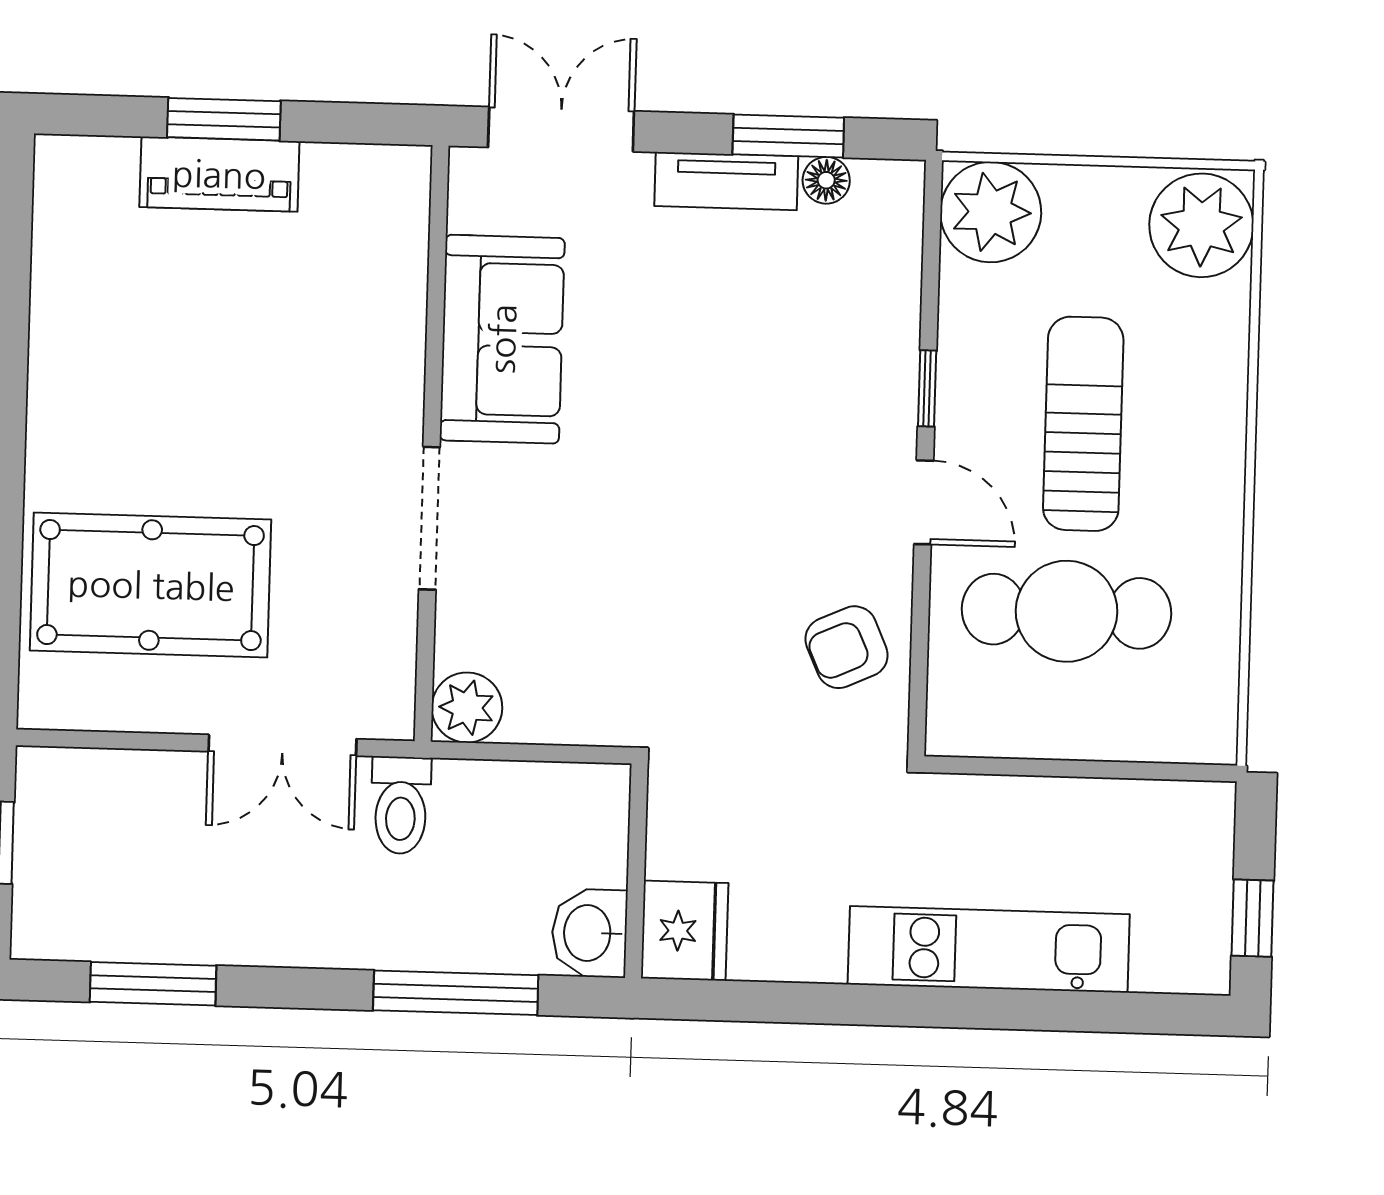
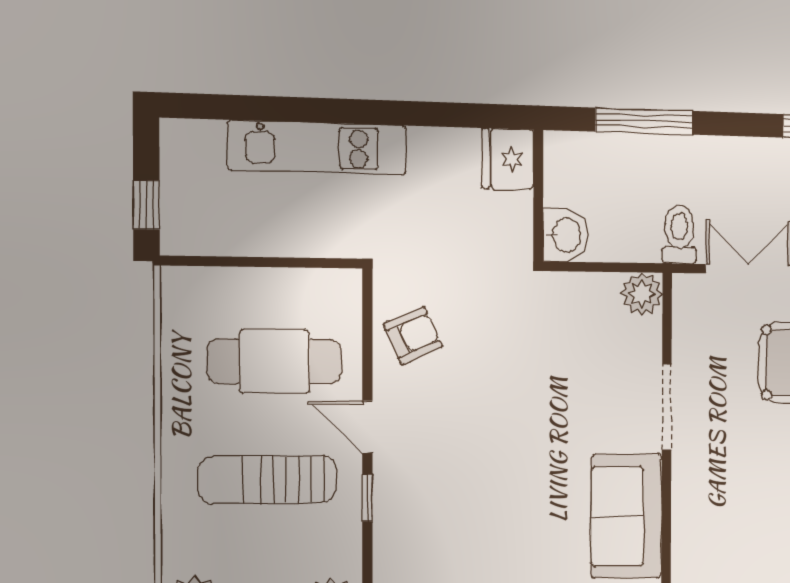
sun lounger: (1083, 424) -> (267, 480), turned 90
window: (1253, 918) -> (146, 205), moved
washbasin: (589, 933) -> (565, 235), moved

